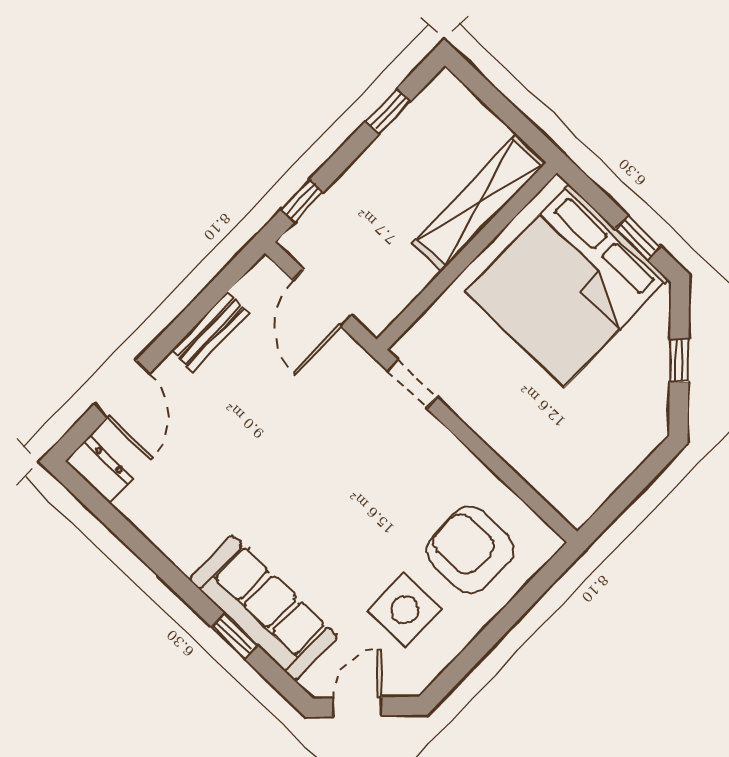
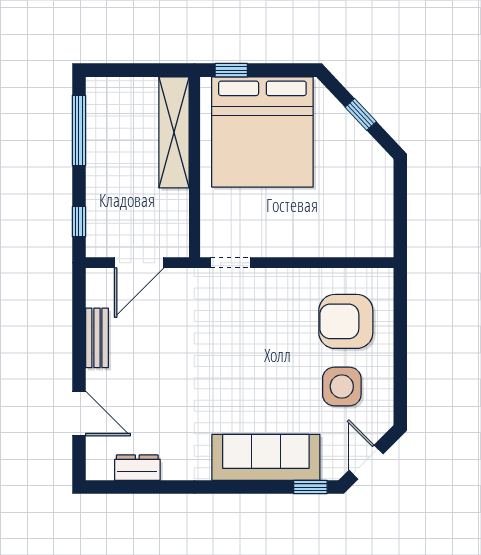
window: (388, 111) -> (79, 130), width x2.17
window: (638, 238) -> (231, 70), moved
door: (322, 298) -> (139, 263), hinge flipped
dresser: (99, 470) -> (137, 468), moved
window: (235, 636) -> (310, 487), moved

